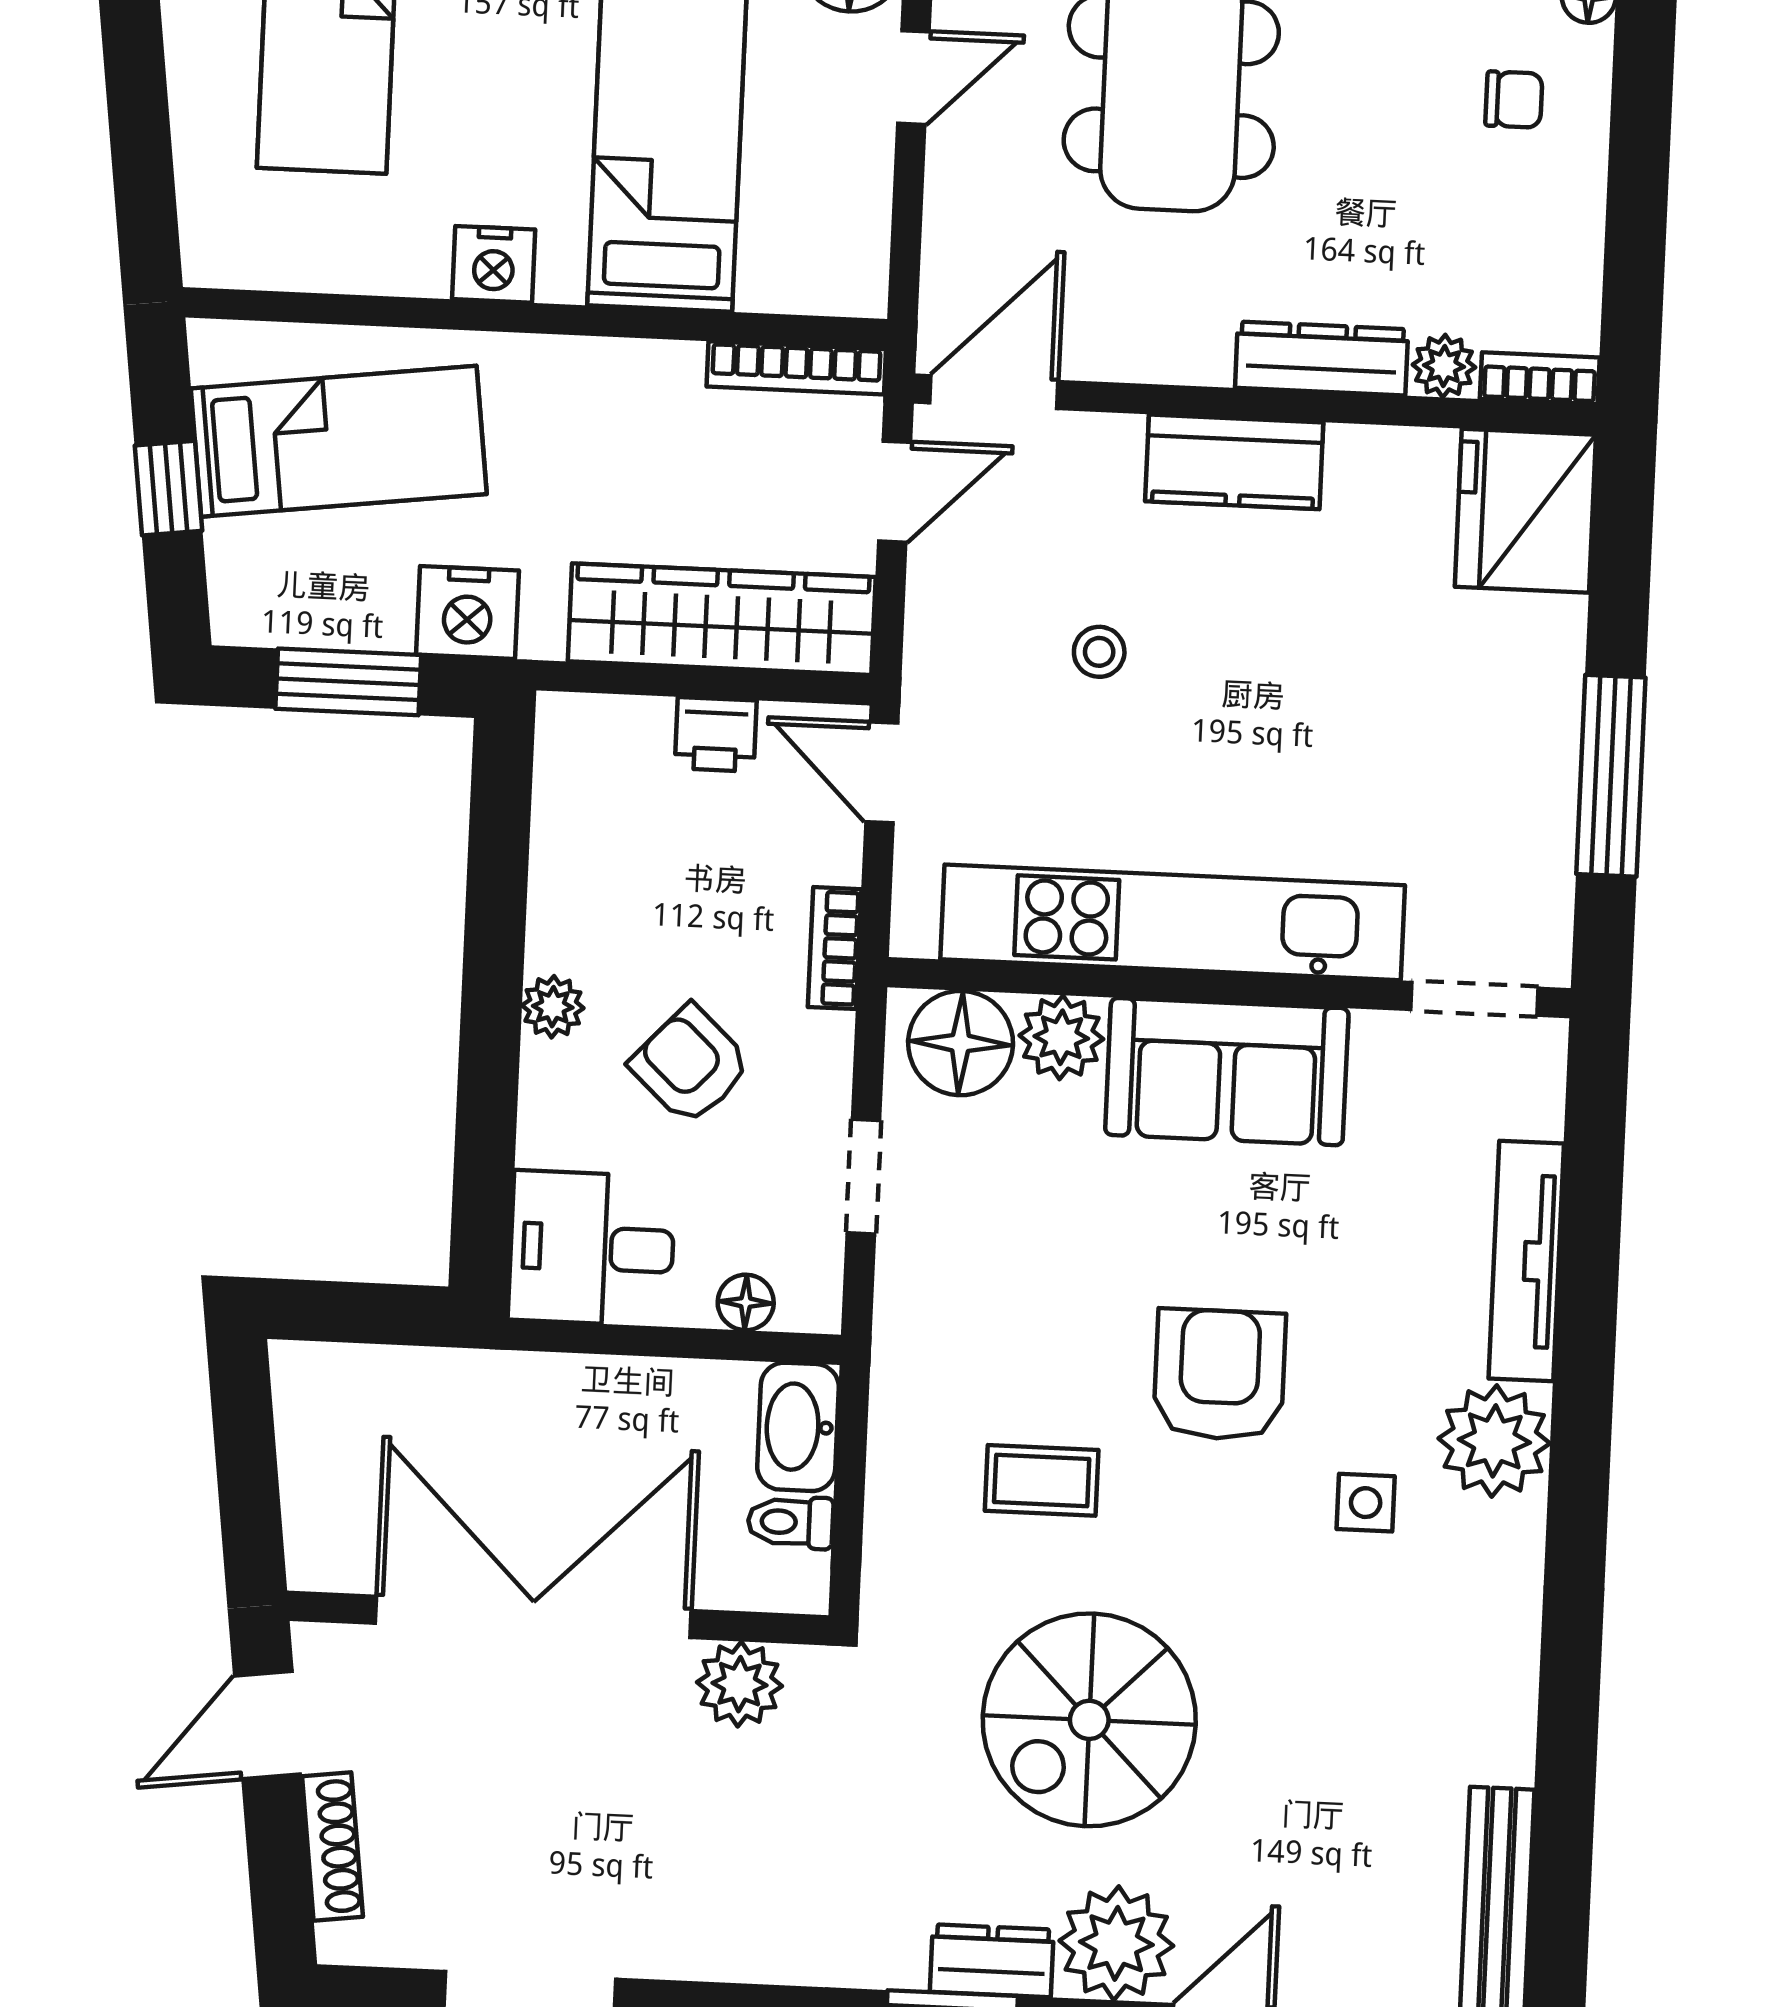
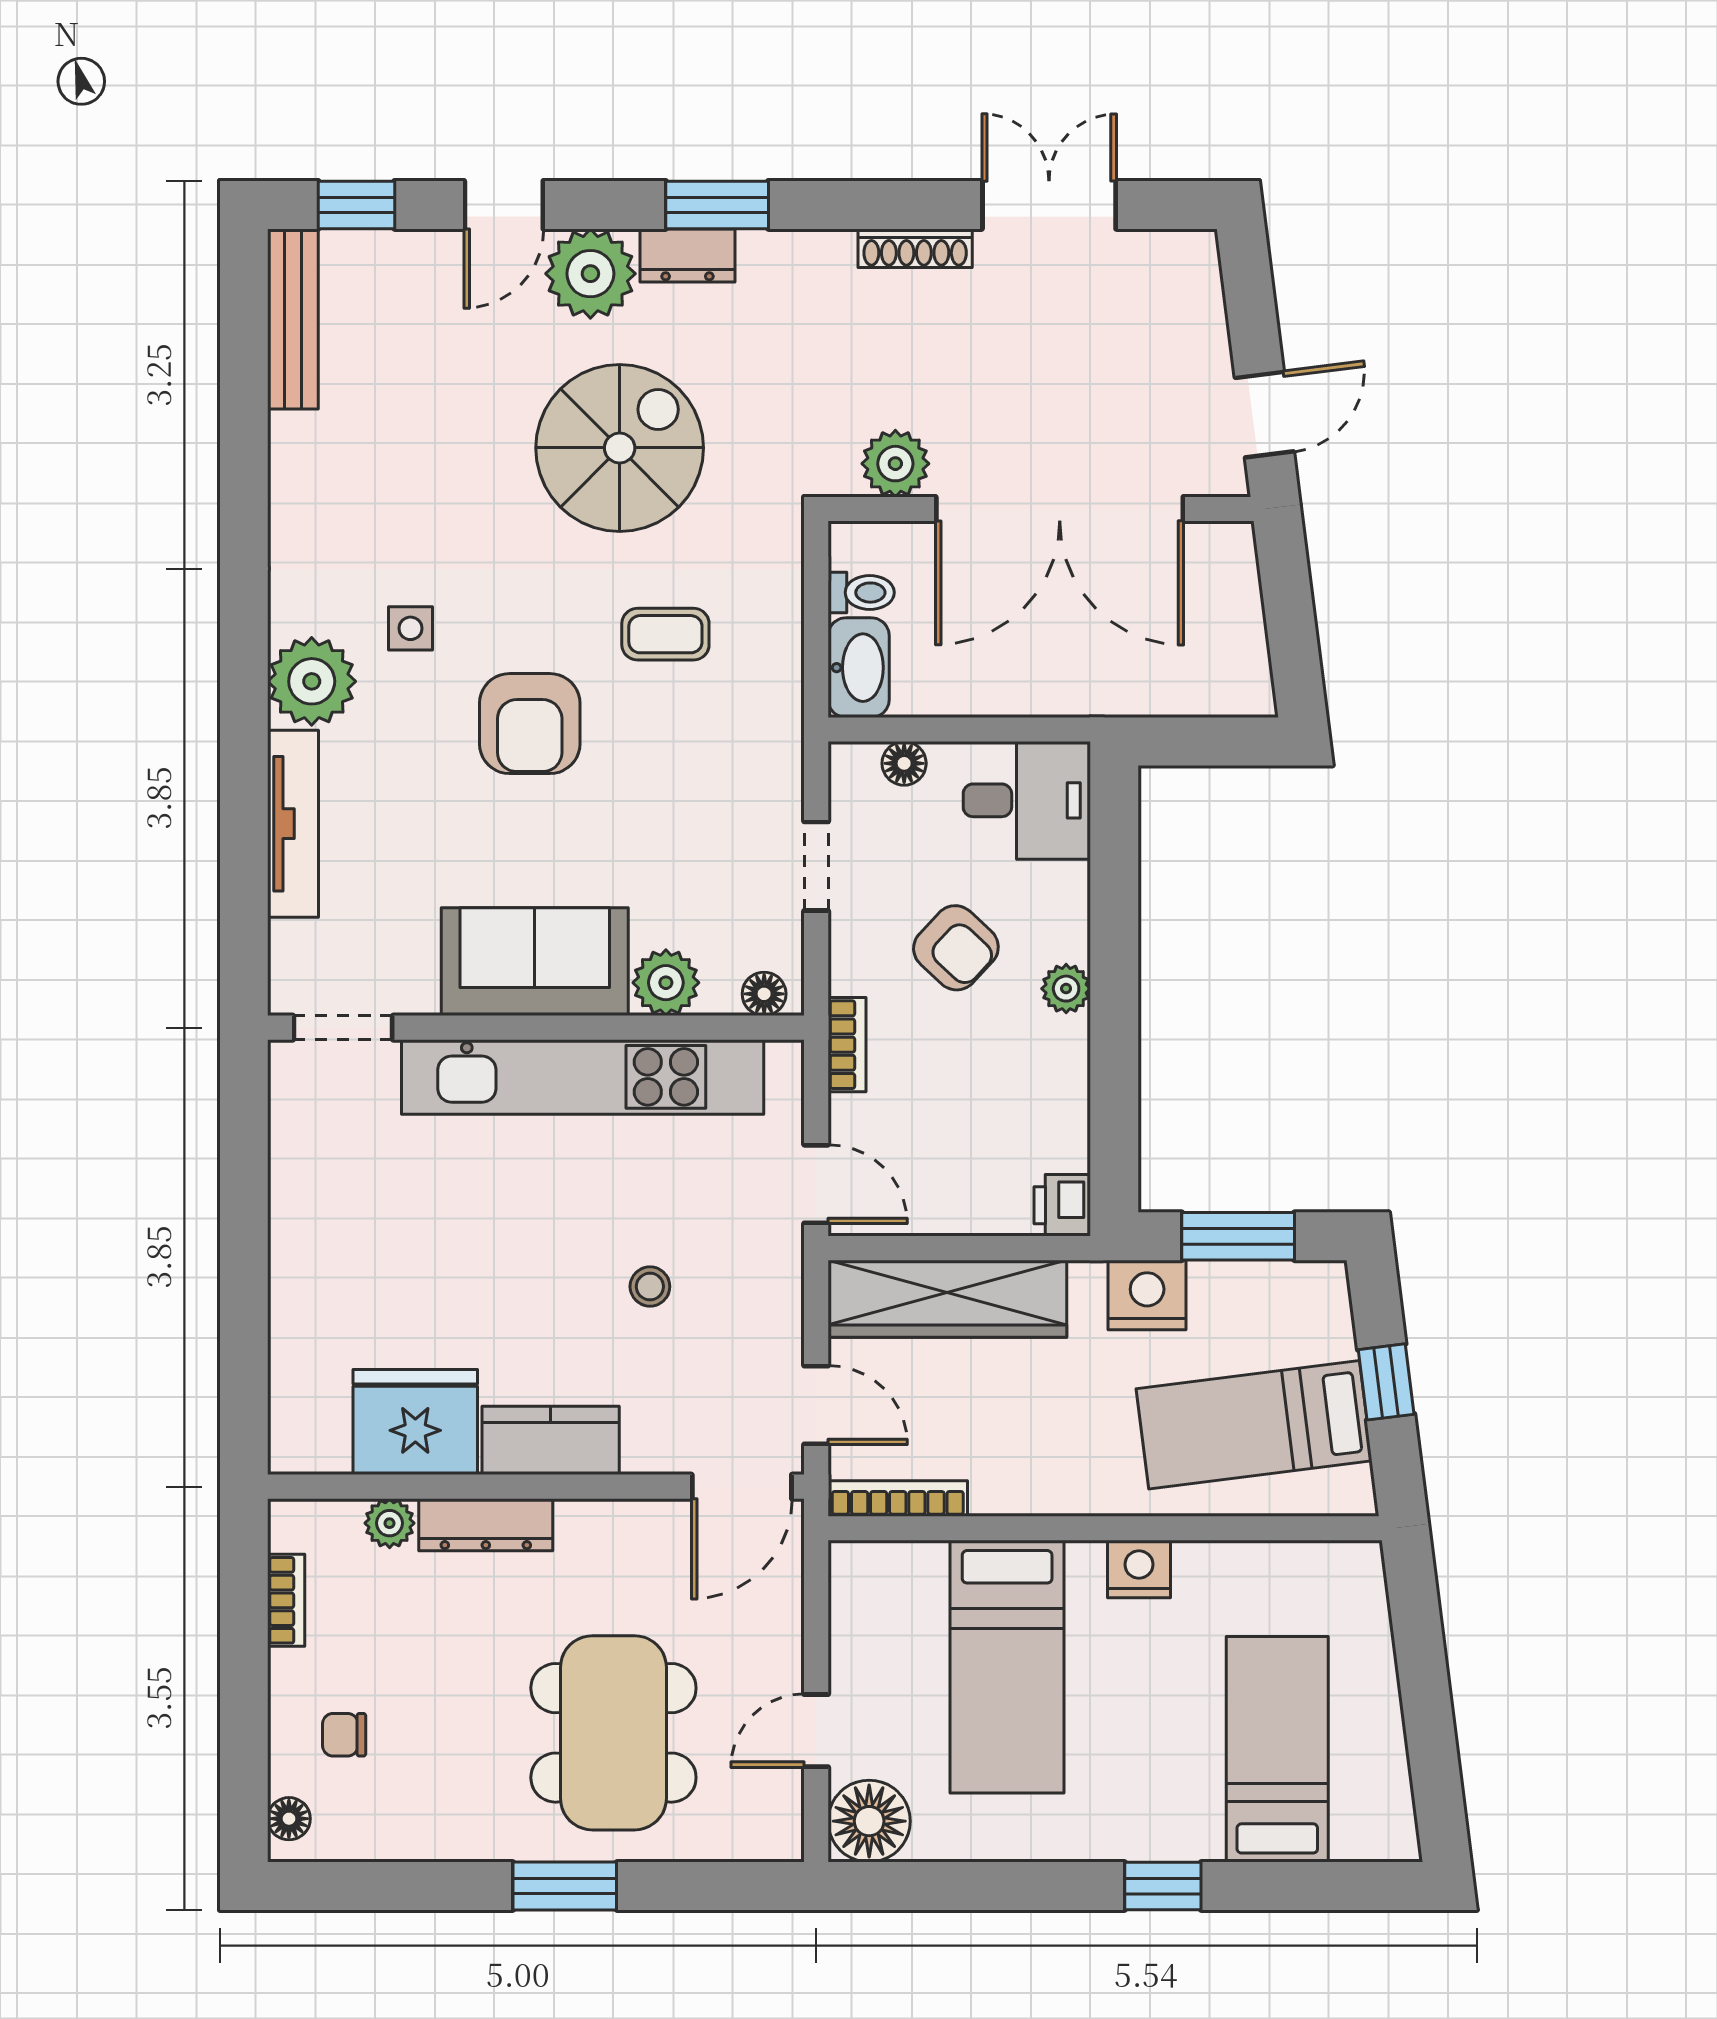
bookcase: (1540, 378) -> (286, 1600), moved, turned -90
door: (895, 492) -> (816, 1405), swing flipped
fridge: (1525, 511) -> (415, 1422), moved, turned -90
printer: (716, 734) -> (1062, 1205), moved, turned -90
window: (1611, 776) -> (244, 1208), removed
floor lamp: (961, 1043) -> (764, 994), width x0.53, depth x0.53
shoe rack: (332, 1847) -> (915, 248), moved, turned -83

